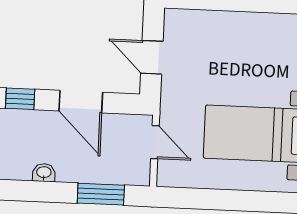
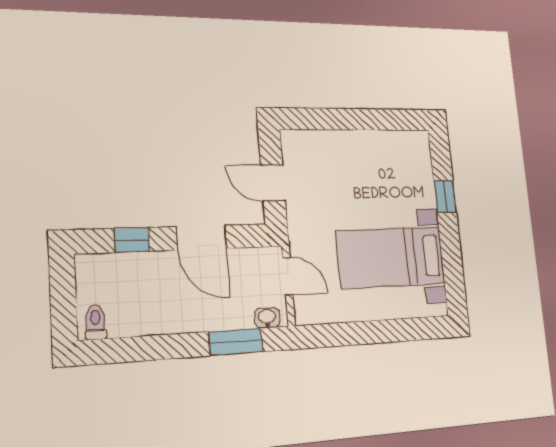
washbasin: (44, 173) -> (267, 318), moved

